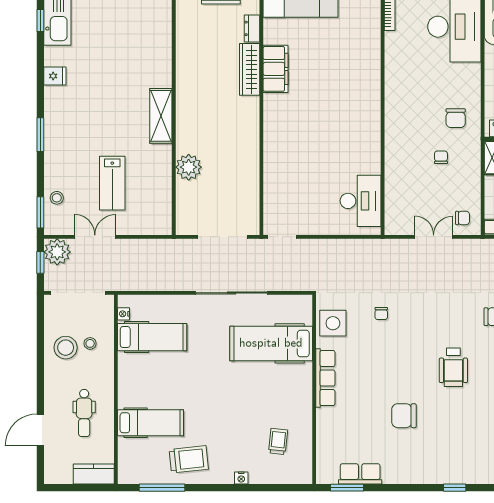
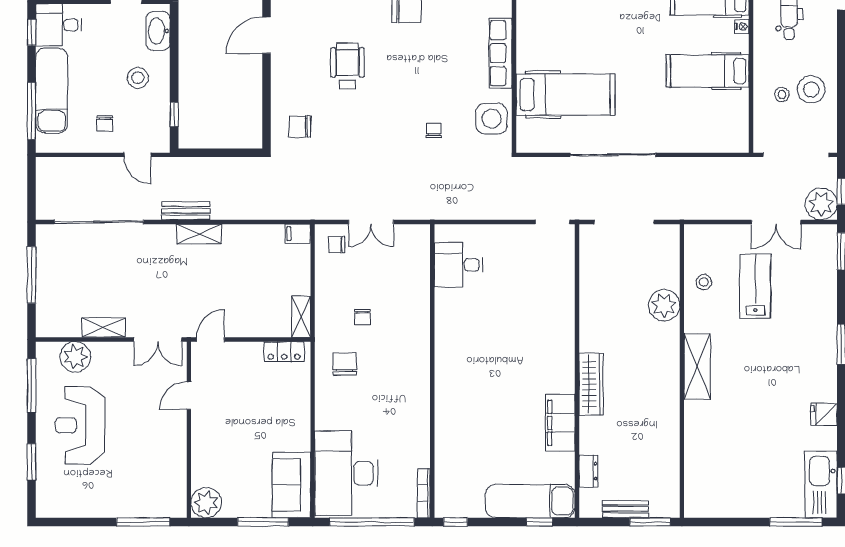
wardrobe: (250, 69) -> (591, 384), moved
stool: (57, 198) -> (704, 282), moved
desk: (360, 201) -> (459, 265), width x0.73
nightstand: (124, 314) -> (742, 27), moved
hospital bed: (152, 337) -> (708, 71), moved

